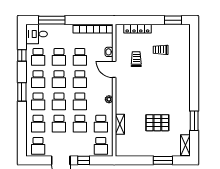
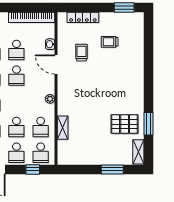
school desk: (80, 101) -> (16, 153), moved
pallet: (157, 123) -> (125, 124), moved
window: (84, 160) -> (33, 169), moved

